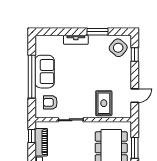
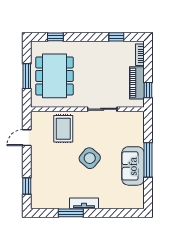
tv unit: (76, 40) -> (84, 203), moved
side table: (118, 48) -> (90, 158), moved
window: (32, 77) -> (148, 160), width x0.68
armchair: (50, 102) -> (126, 130), removed

